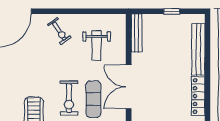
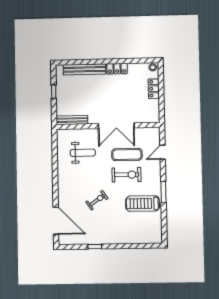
exercise bike: (59, 31) -> (97, 200), moved
locker: (198, 96) -> (117, 69), width x0.66

